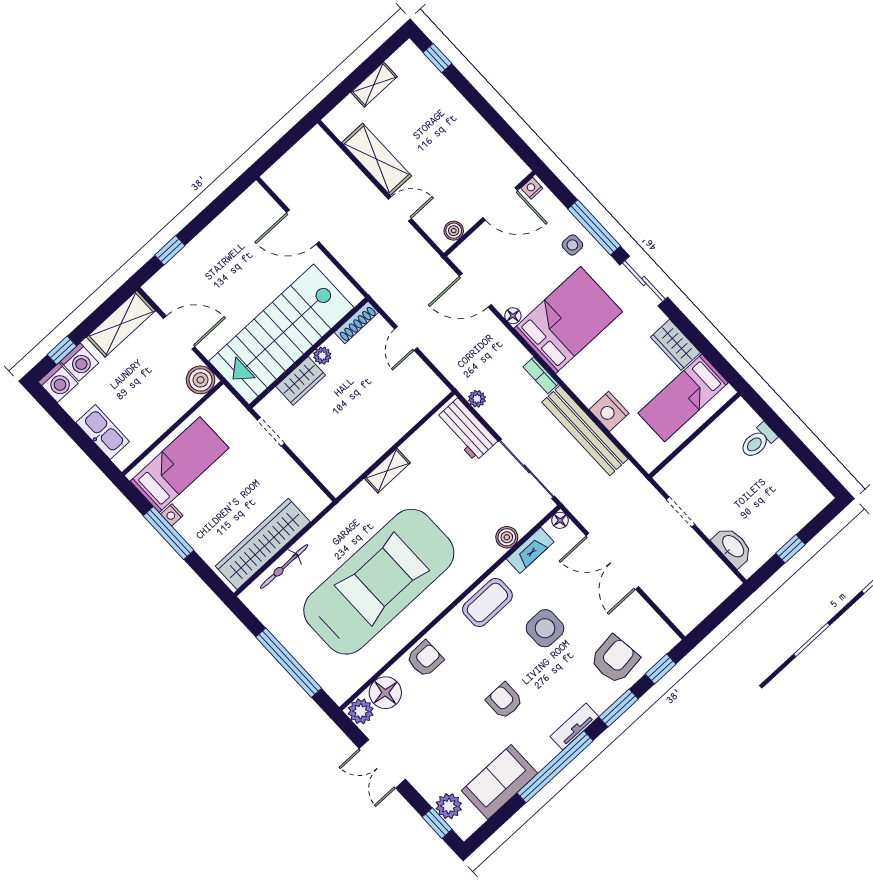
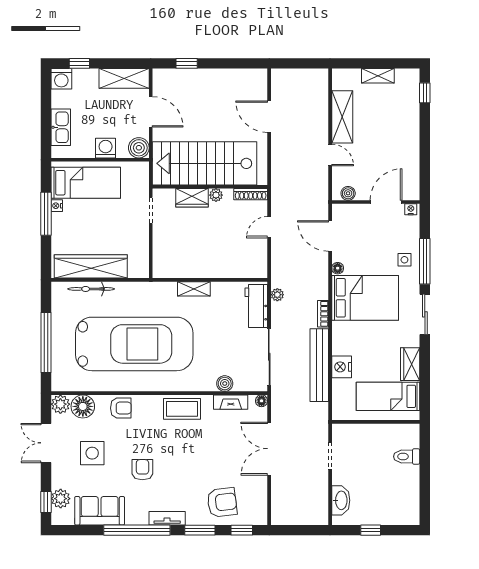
door: (500, 204) -> (386, 202), swing flipped
washing machine: (80, 362) -> (106, 148), moved, turned 180
side table: (545, 628) -> (92, 453), moved

